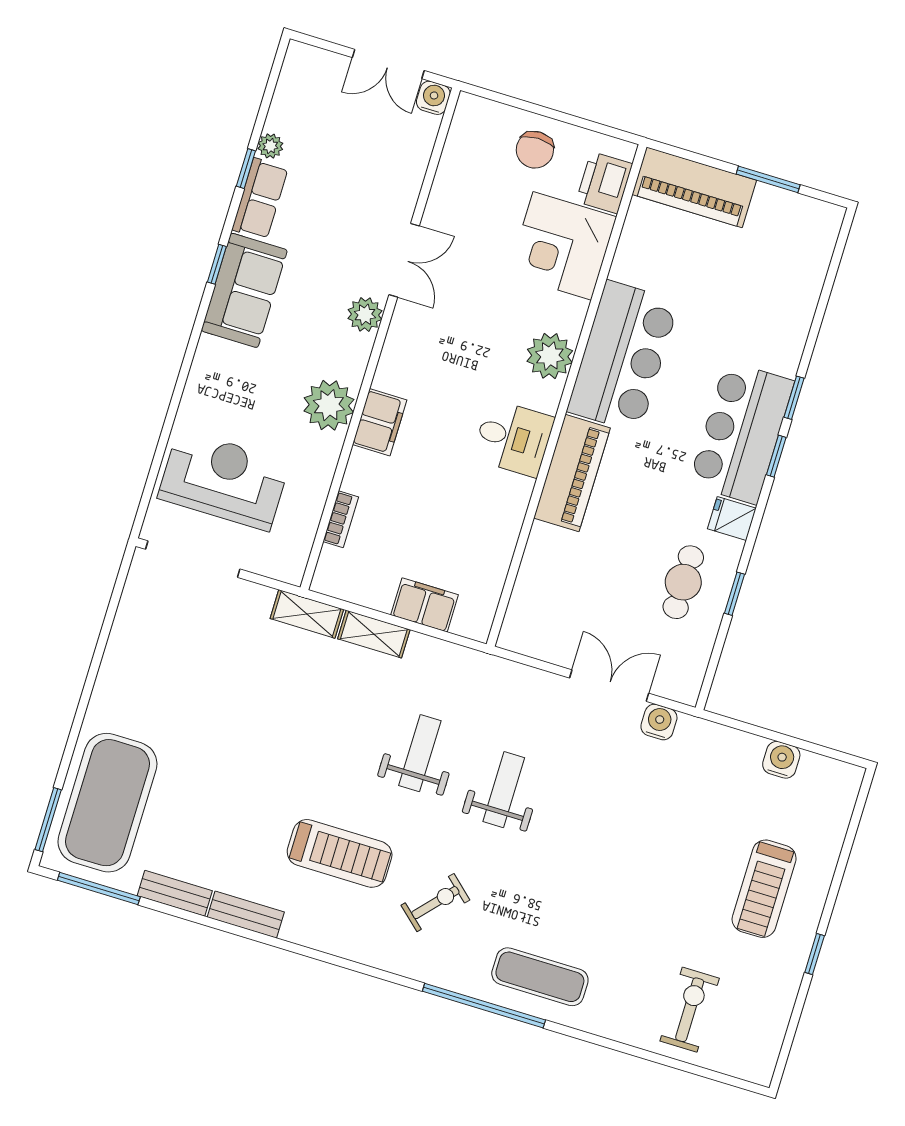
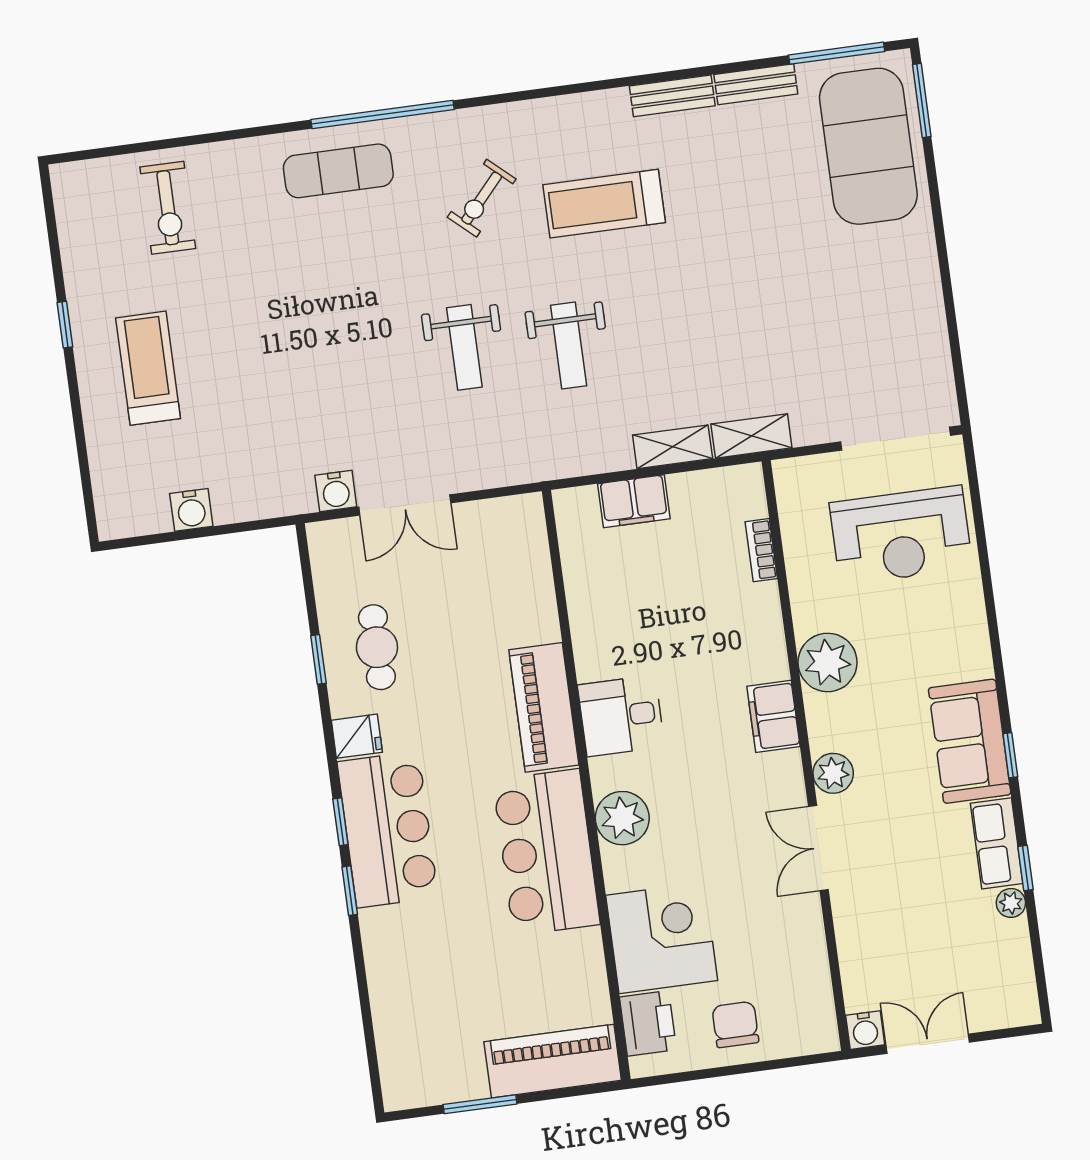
filing cabinet: (380, 422) -> (773, 716), moved

